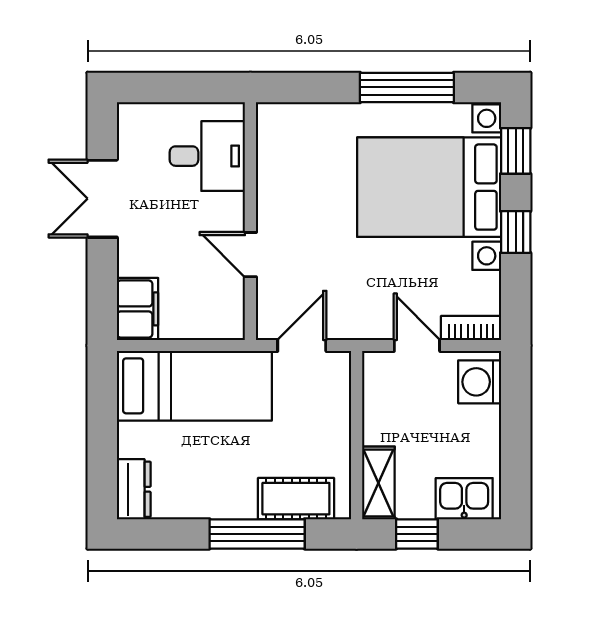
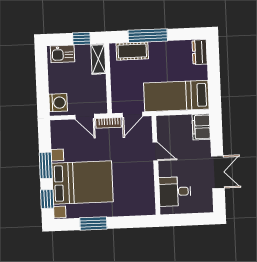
window: (407, 87) -> (93, 223), width x0.69
window: (516, 232) -> (46, 165), width x1.50
bookcase: (471, 328) -> (108, 123), moved

